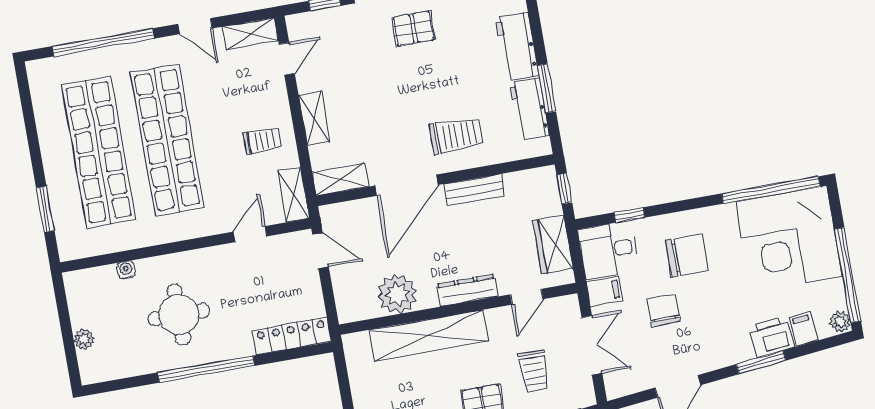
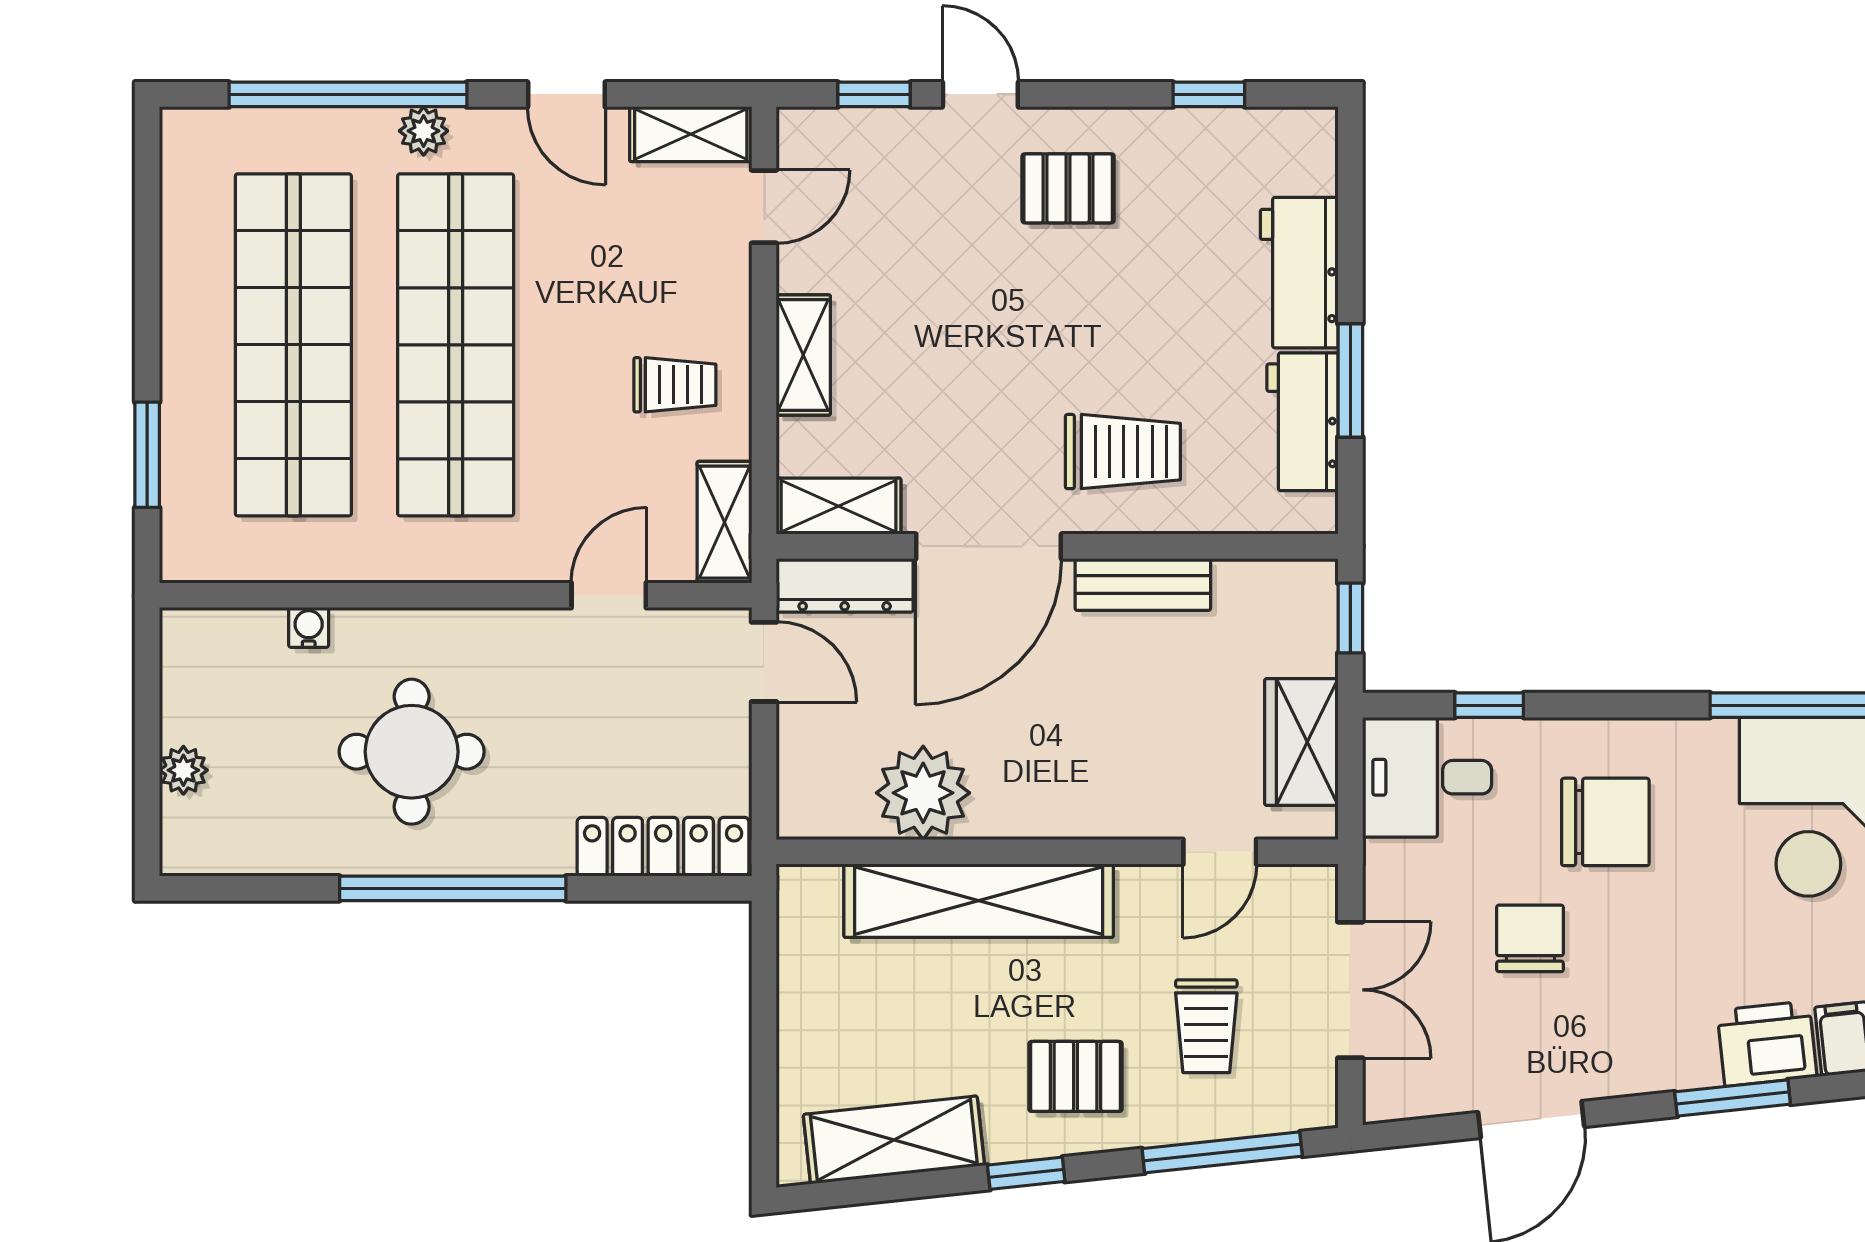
plant: (138, 52) -> (424, 131), added
dresser: (467, 290) -> (845, 585), moved, turned 180
filing cabinet: (604, 291) -> (1401, 871), removed

